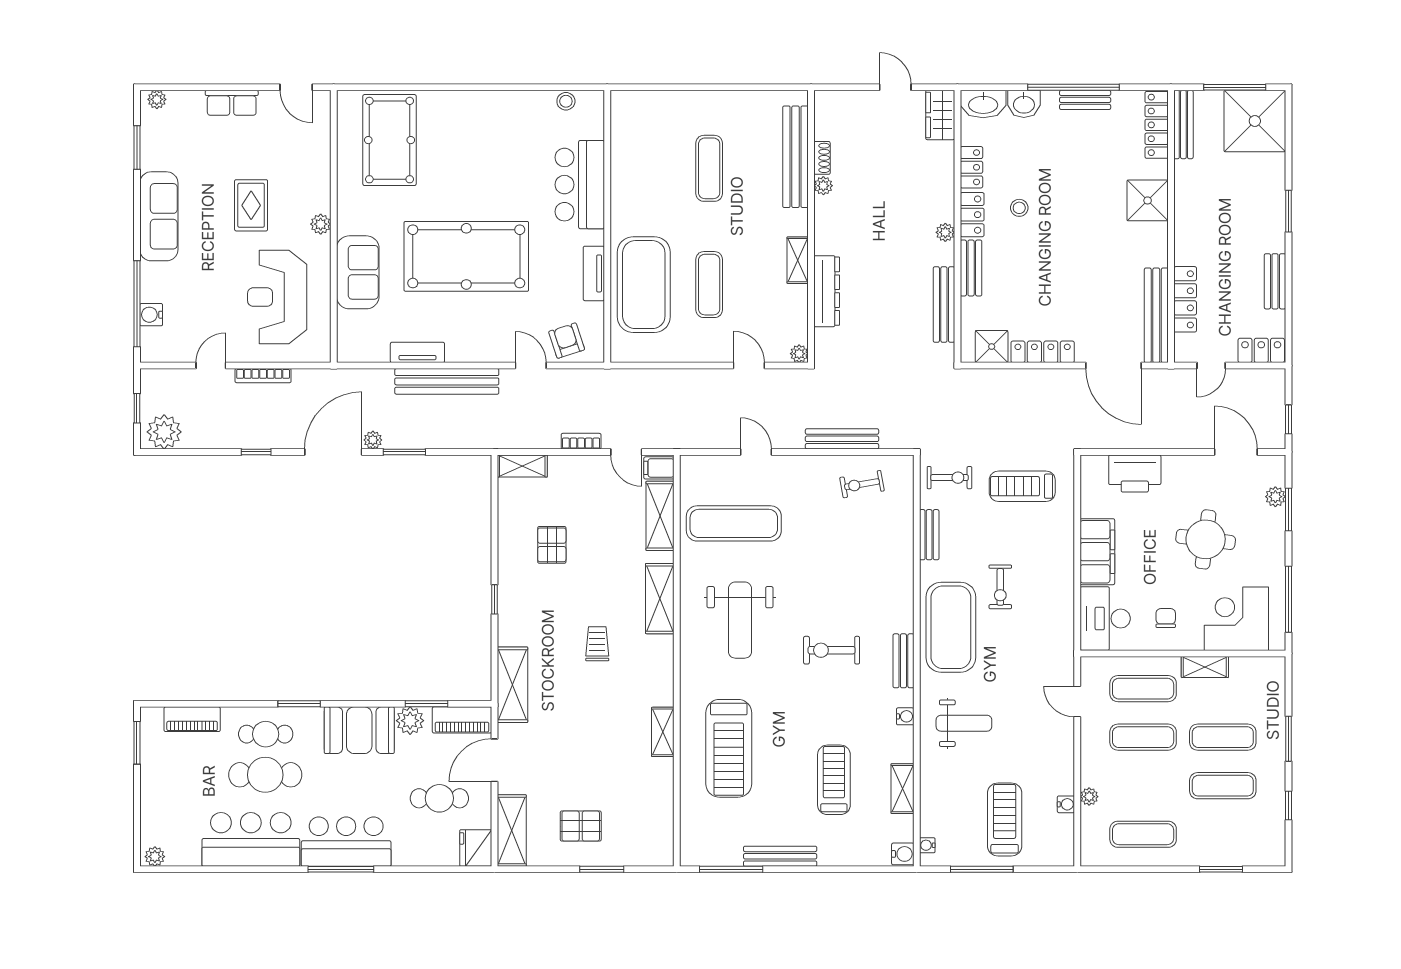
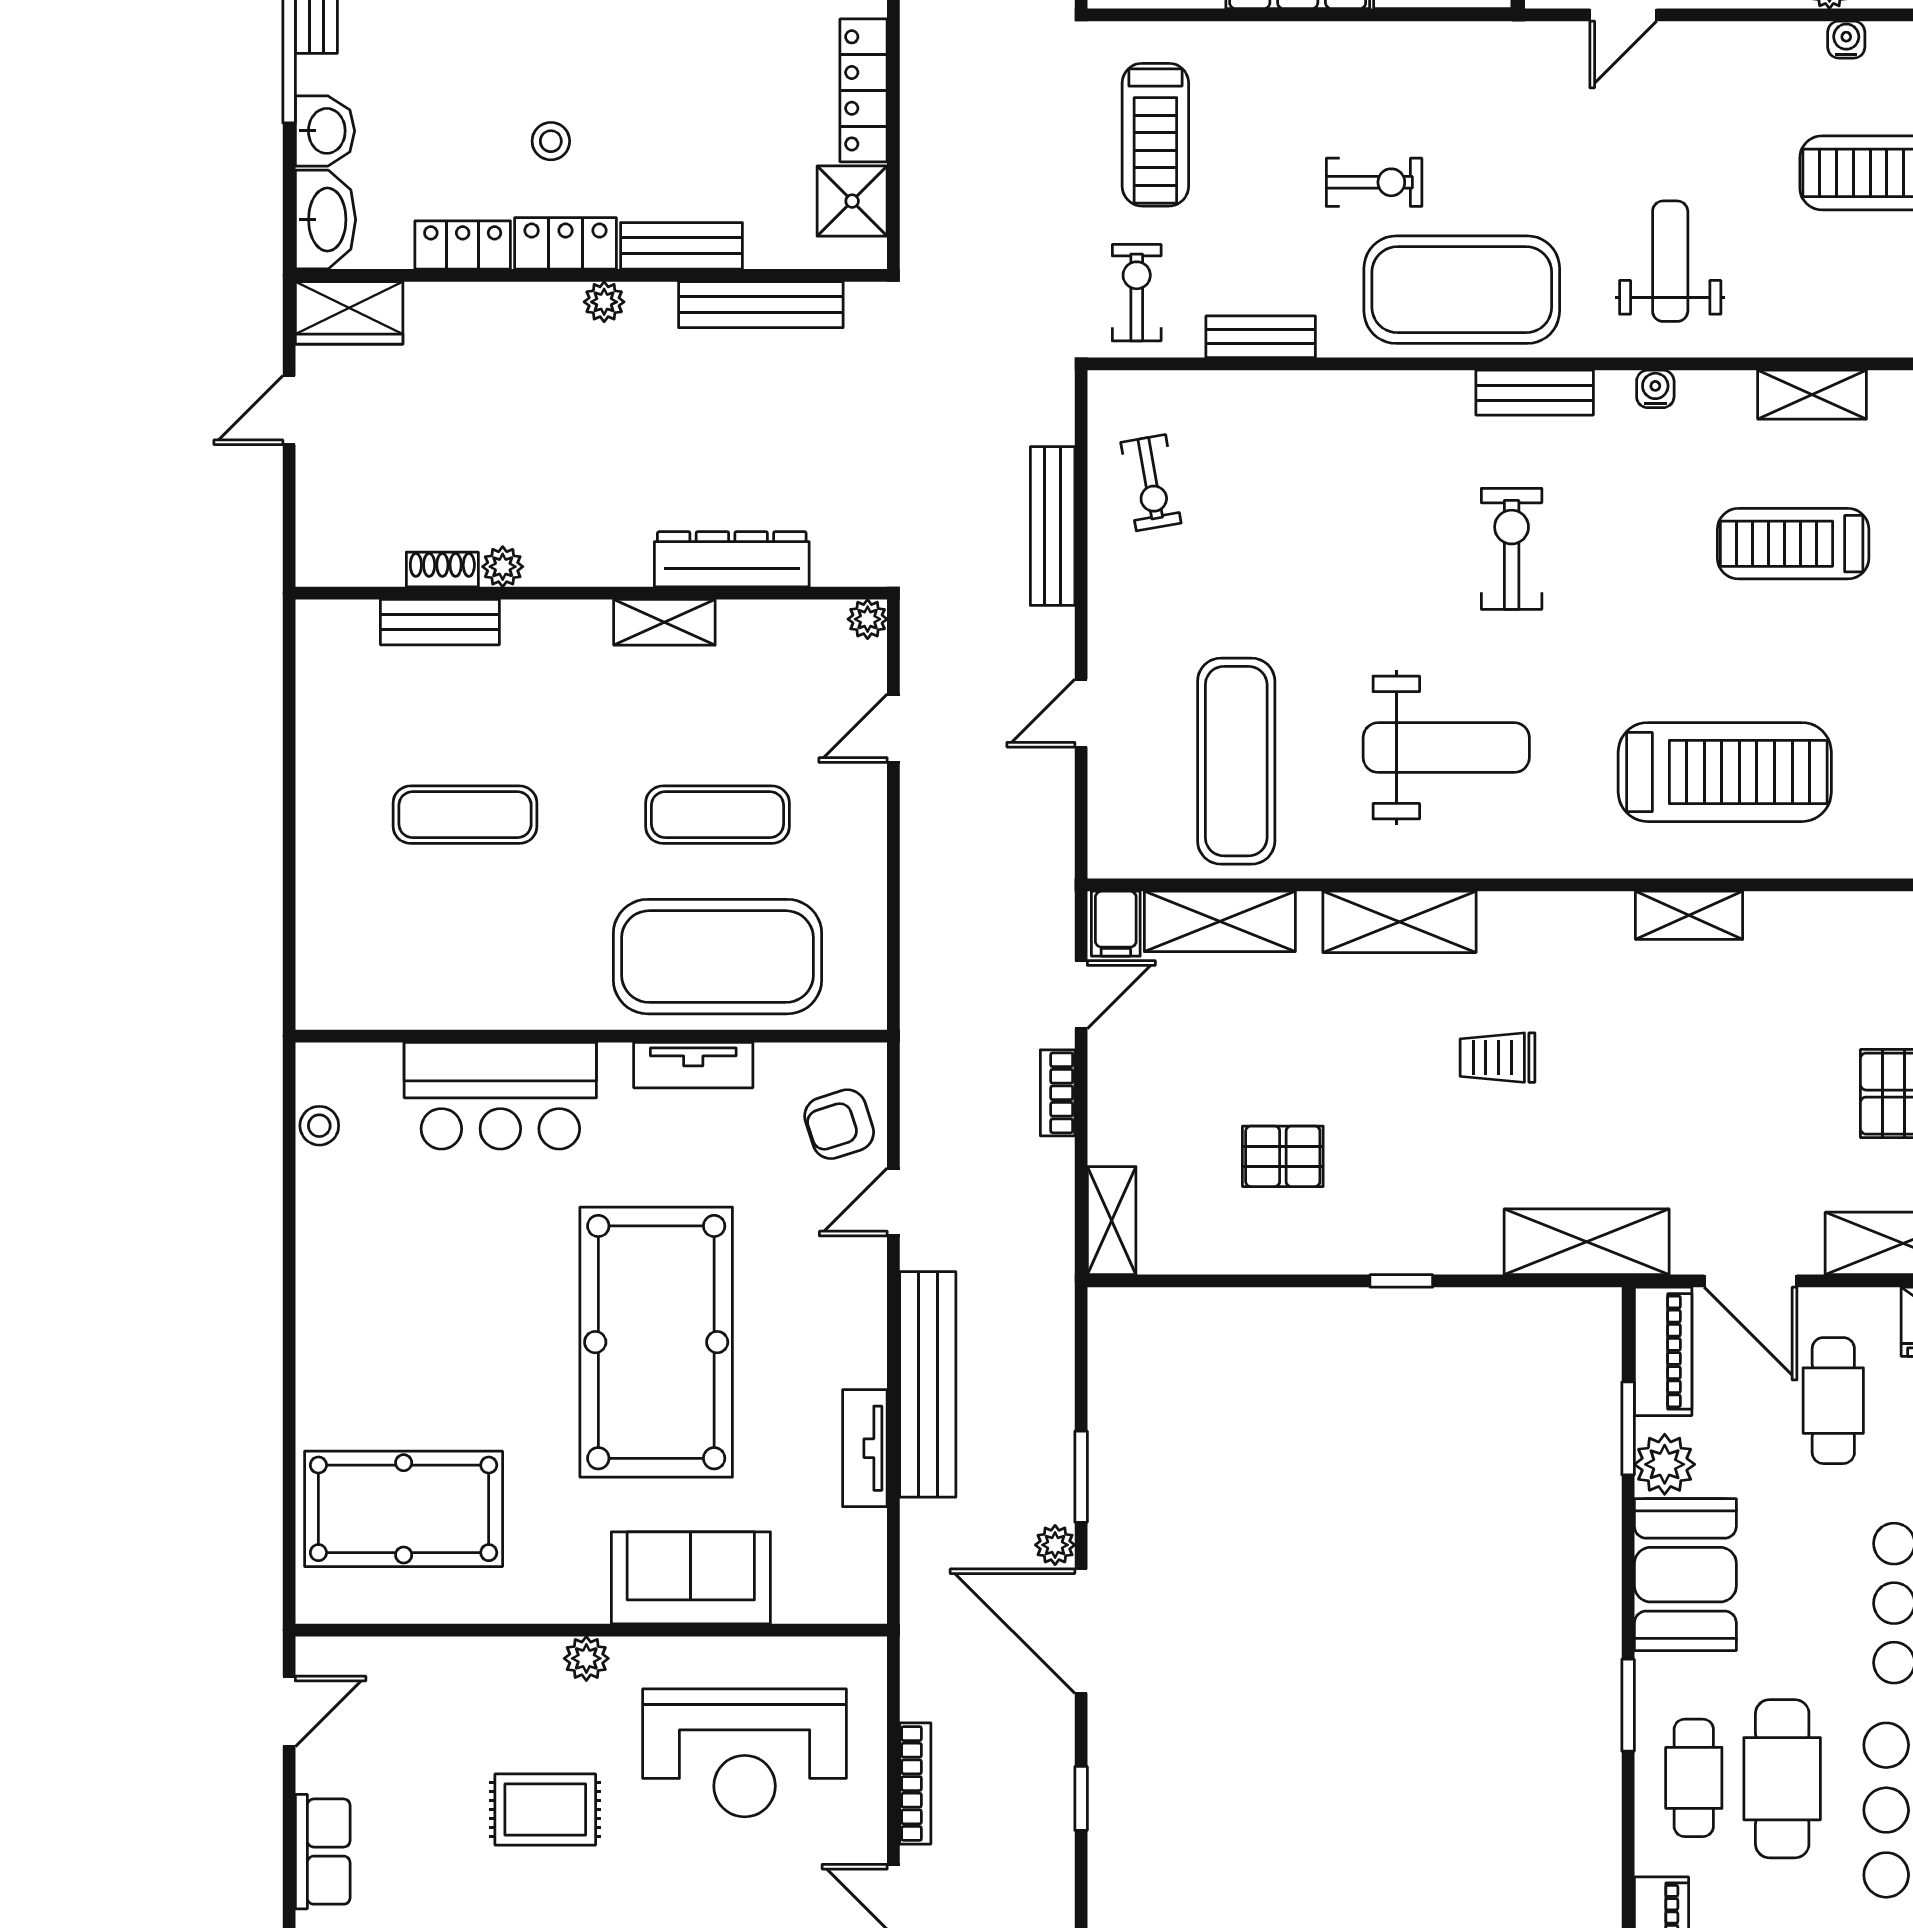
bench: (796, 157) -> (440, 622), width x0.54, depth x0.82
exercise bike: (832, 650) -> (1512, 549), turned 180

